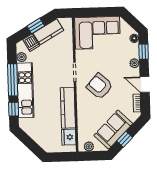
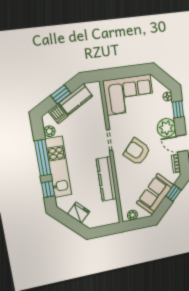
plant: (134, 63) -> (166, 128), width x1.88, depth x1.88
fridge: (69, 137) -> (79, 213), moved, turned 135
window: (125, 139) -> (174, 193), moved

